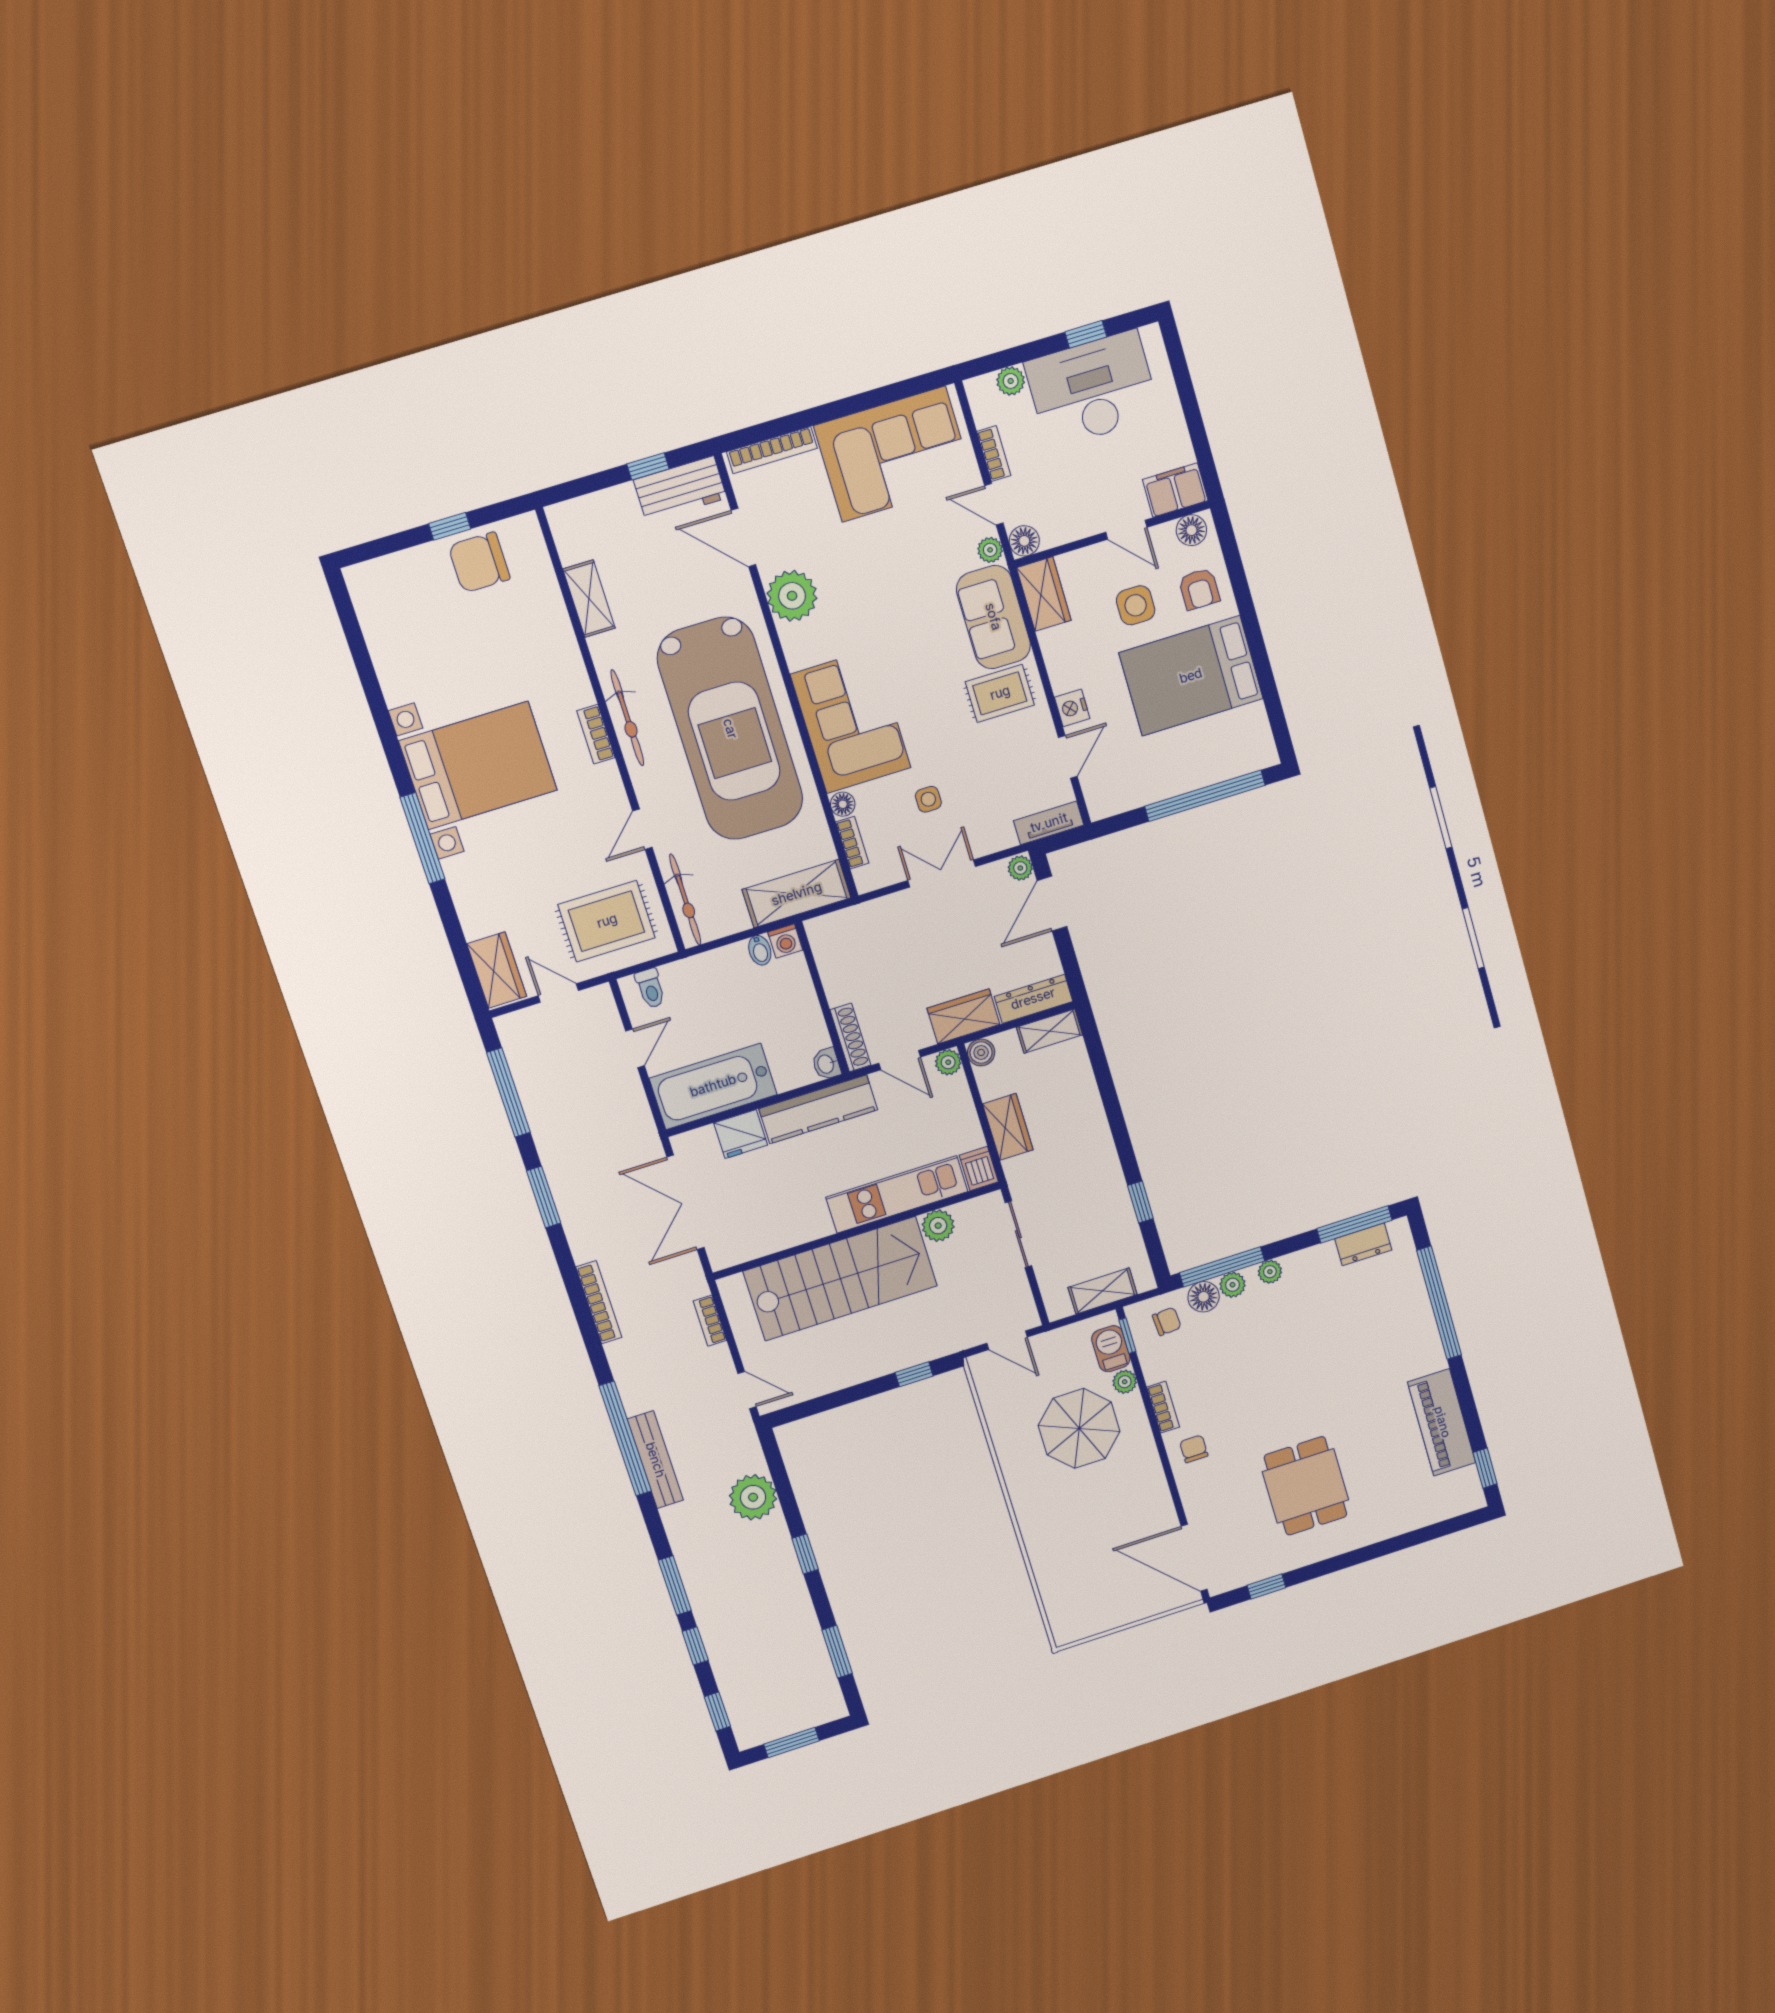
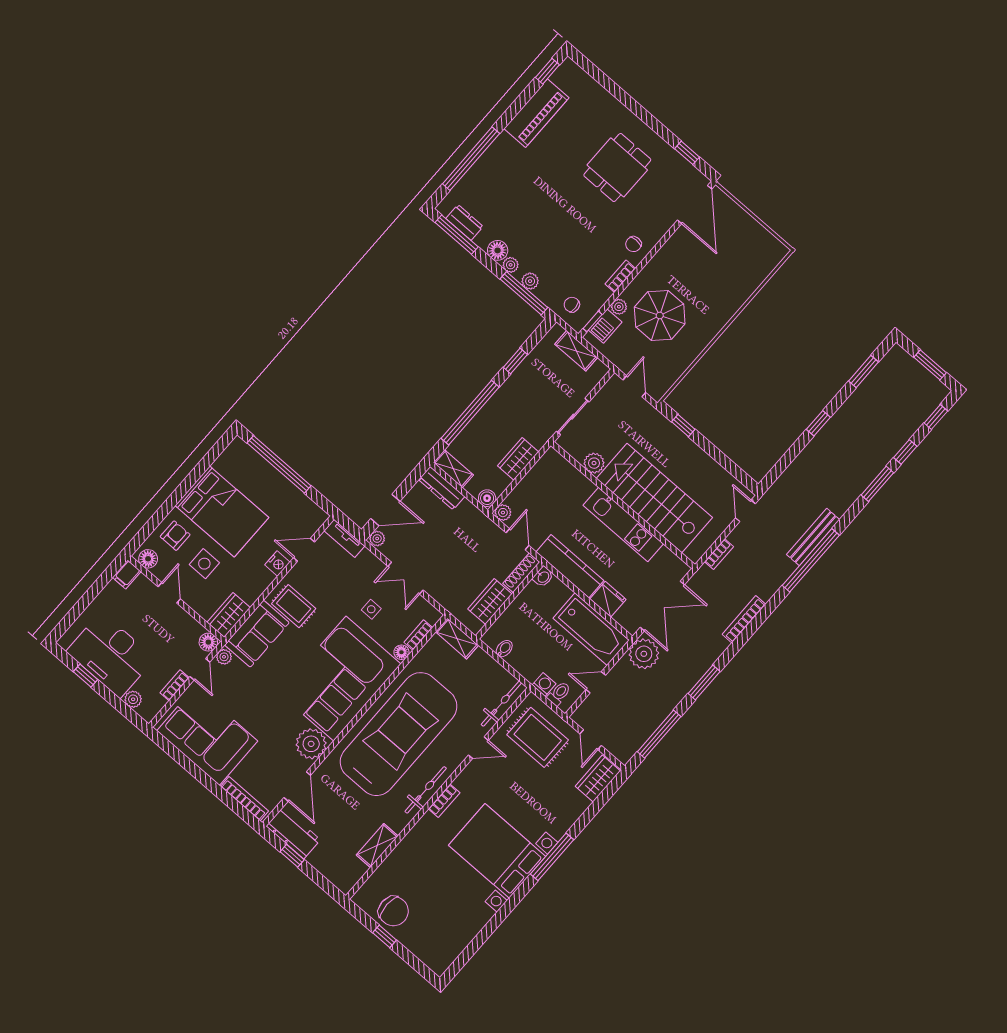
filing cabinet: (1175, 490) -> (127, 574), width x0.50
corner sofa: (851, 721) -> (340, 679), width x1.36, depth x1.36
shelving: (797, 894) -> (457, 639), width x0.67, depth x0.75
washing machine: (785, 941) -> (544, 684), moved
wardrobe: (963, 1016) -> (490, 601), moved, turned 90
window: (1110, 1100) -> (470, 413), added
dishwasher: (979, 1168) -> (550, 460), removed
kitchen unit: (897, 1194) -> (623, 525), moved
floor lamp: (1204, 1297) -> (498, 250), moved
plant: (753, 1497) -> (644, 654), moved

